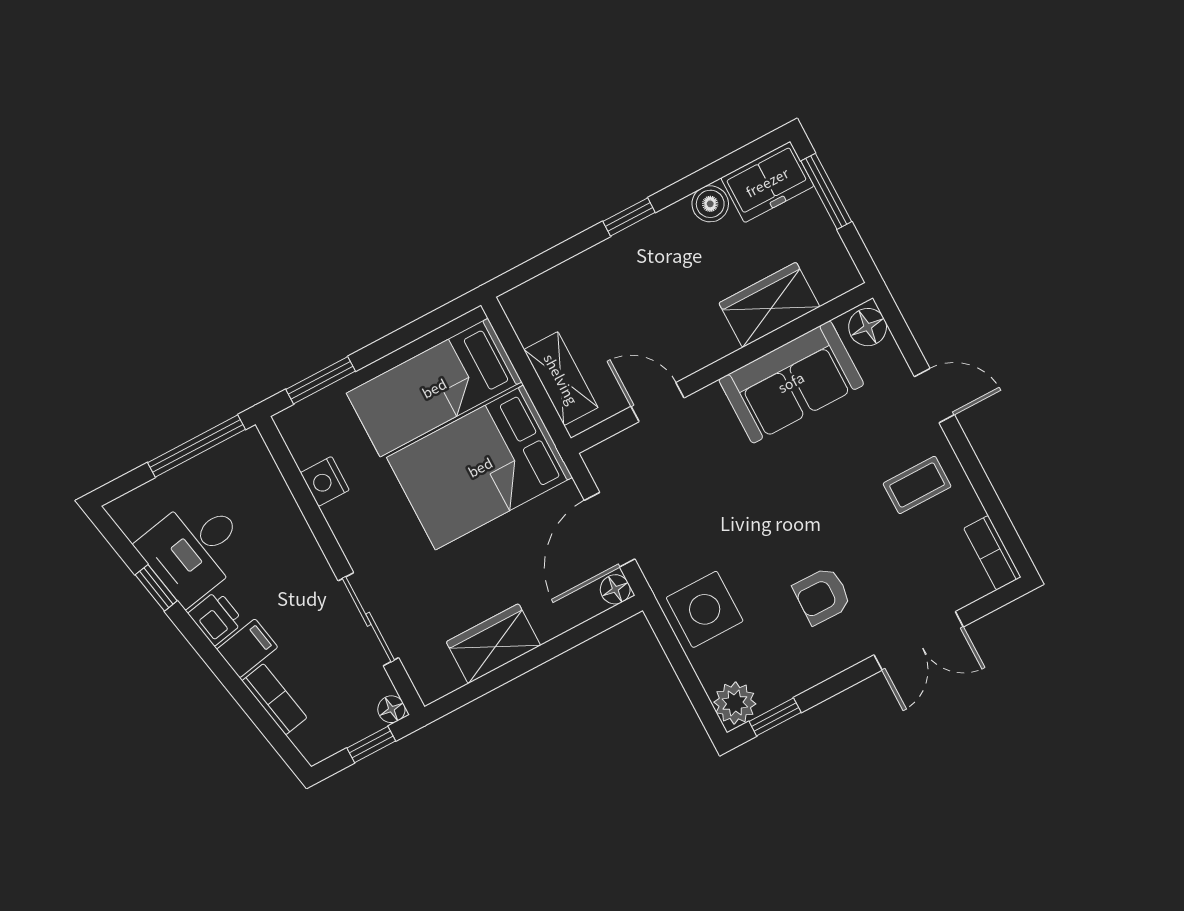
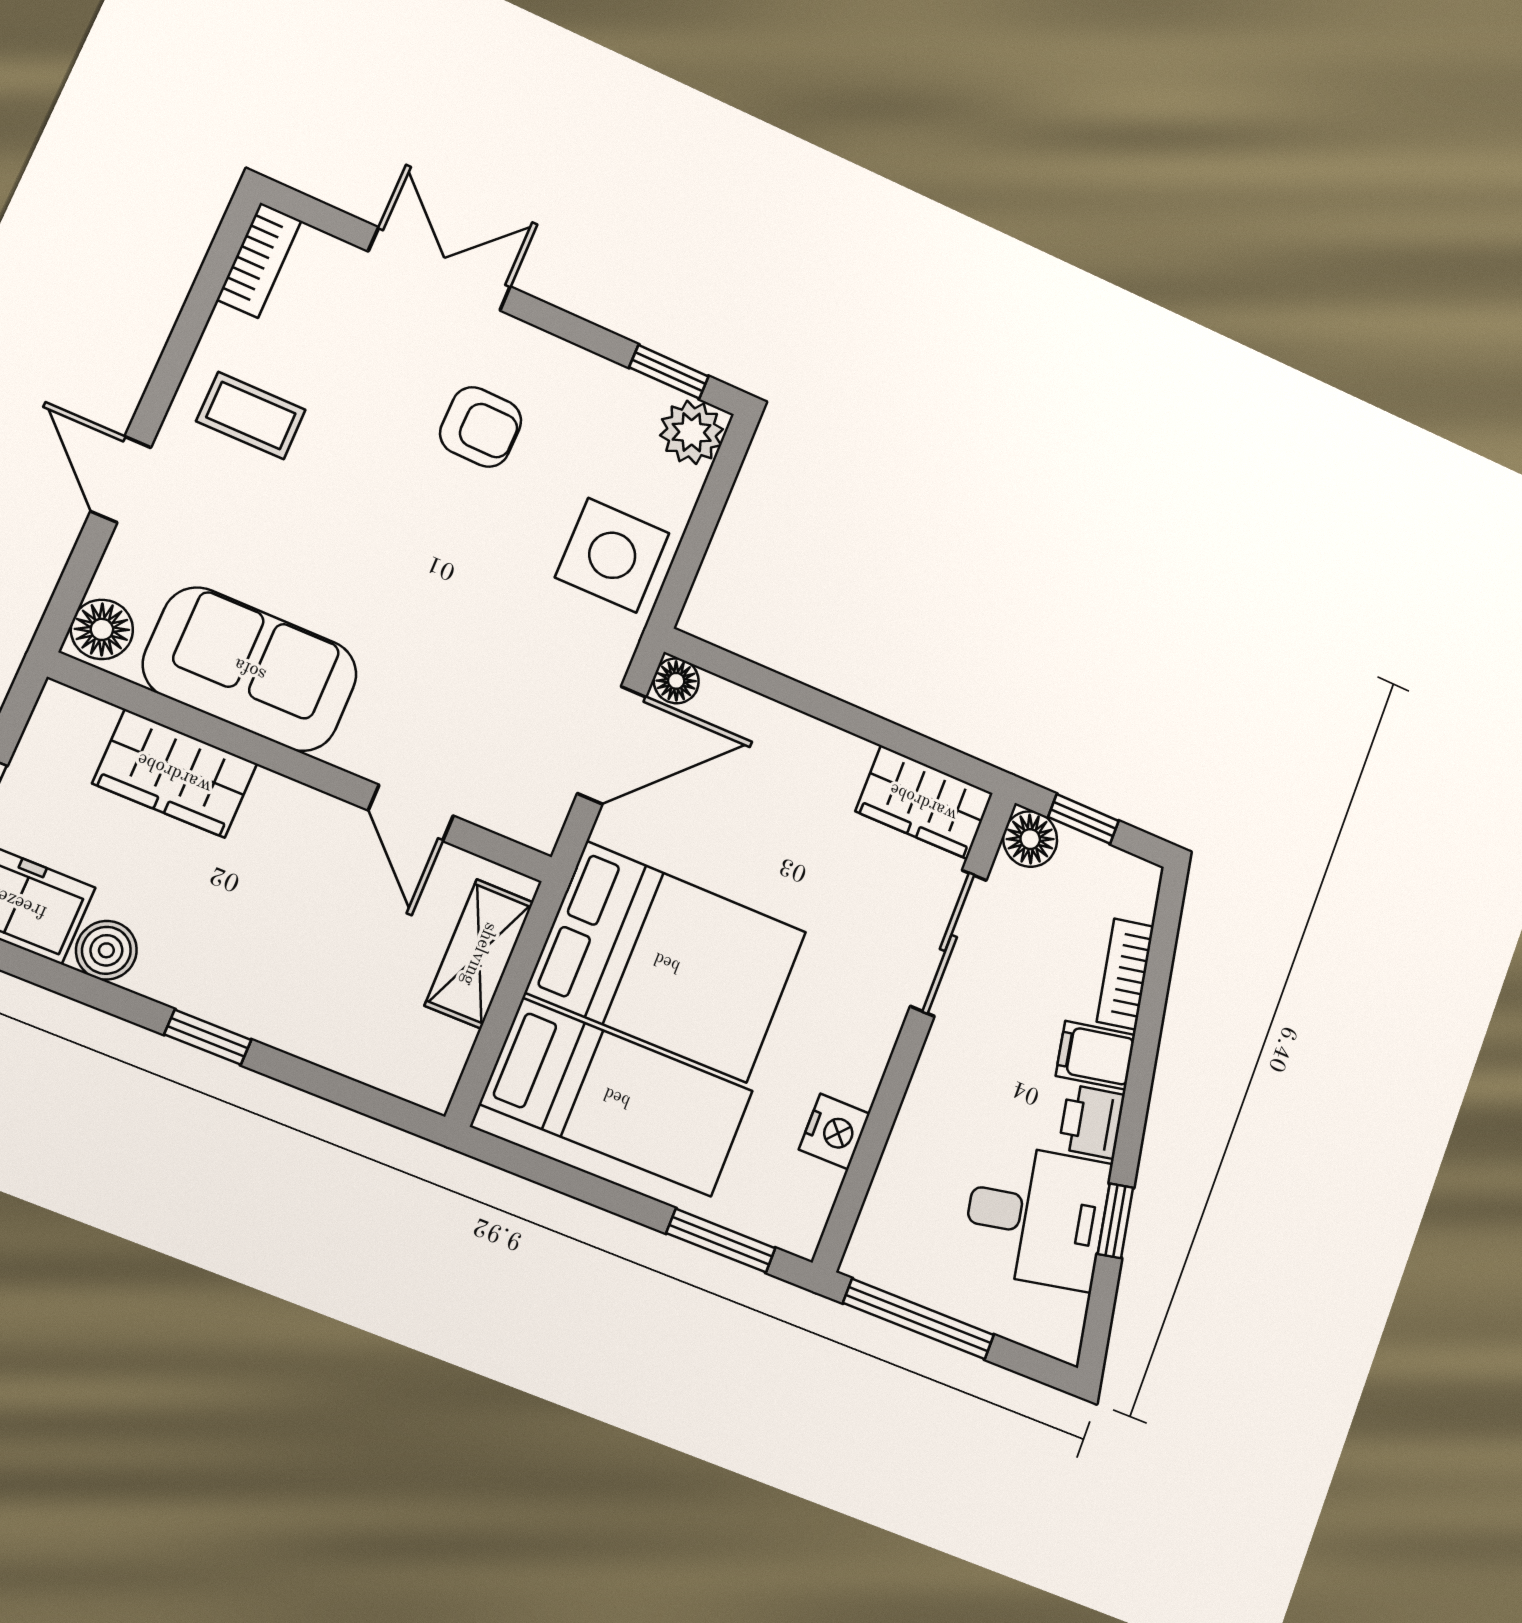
wardrobe: (493, 644) -> (924, 802), moved
floor lamp: (391, 709) -> (1030, 839), width x1.37, depth x1.37

